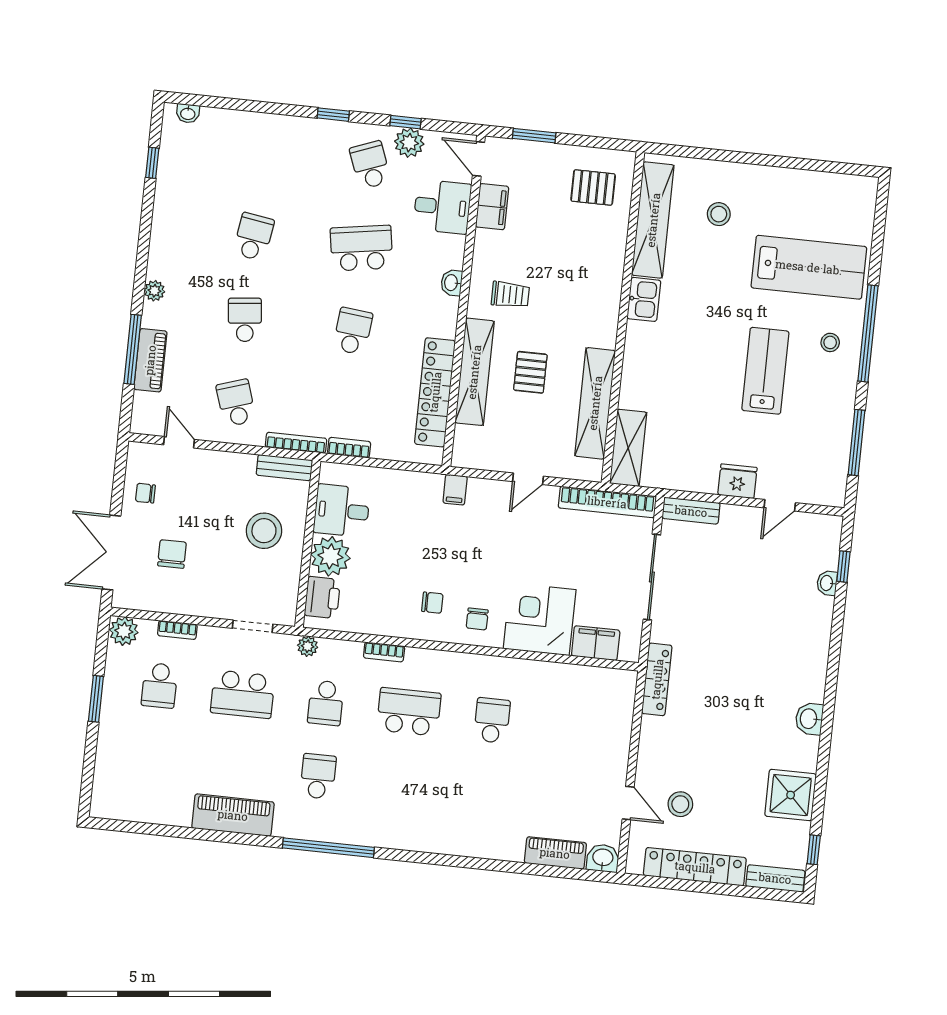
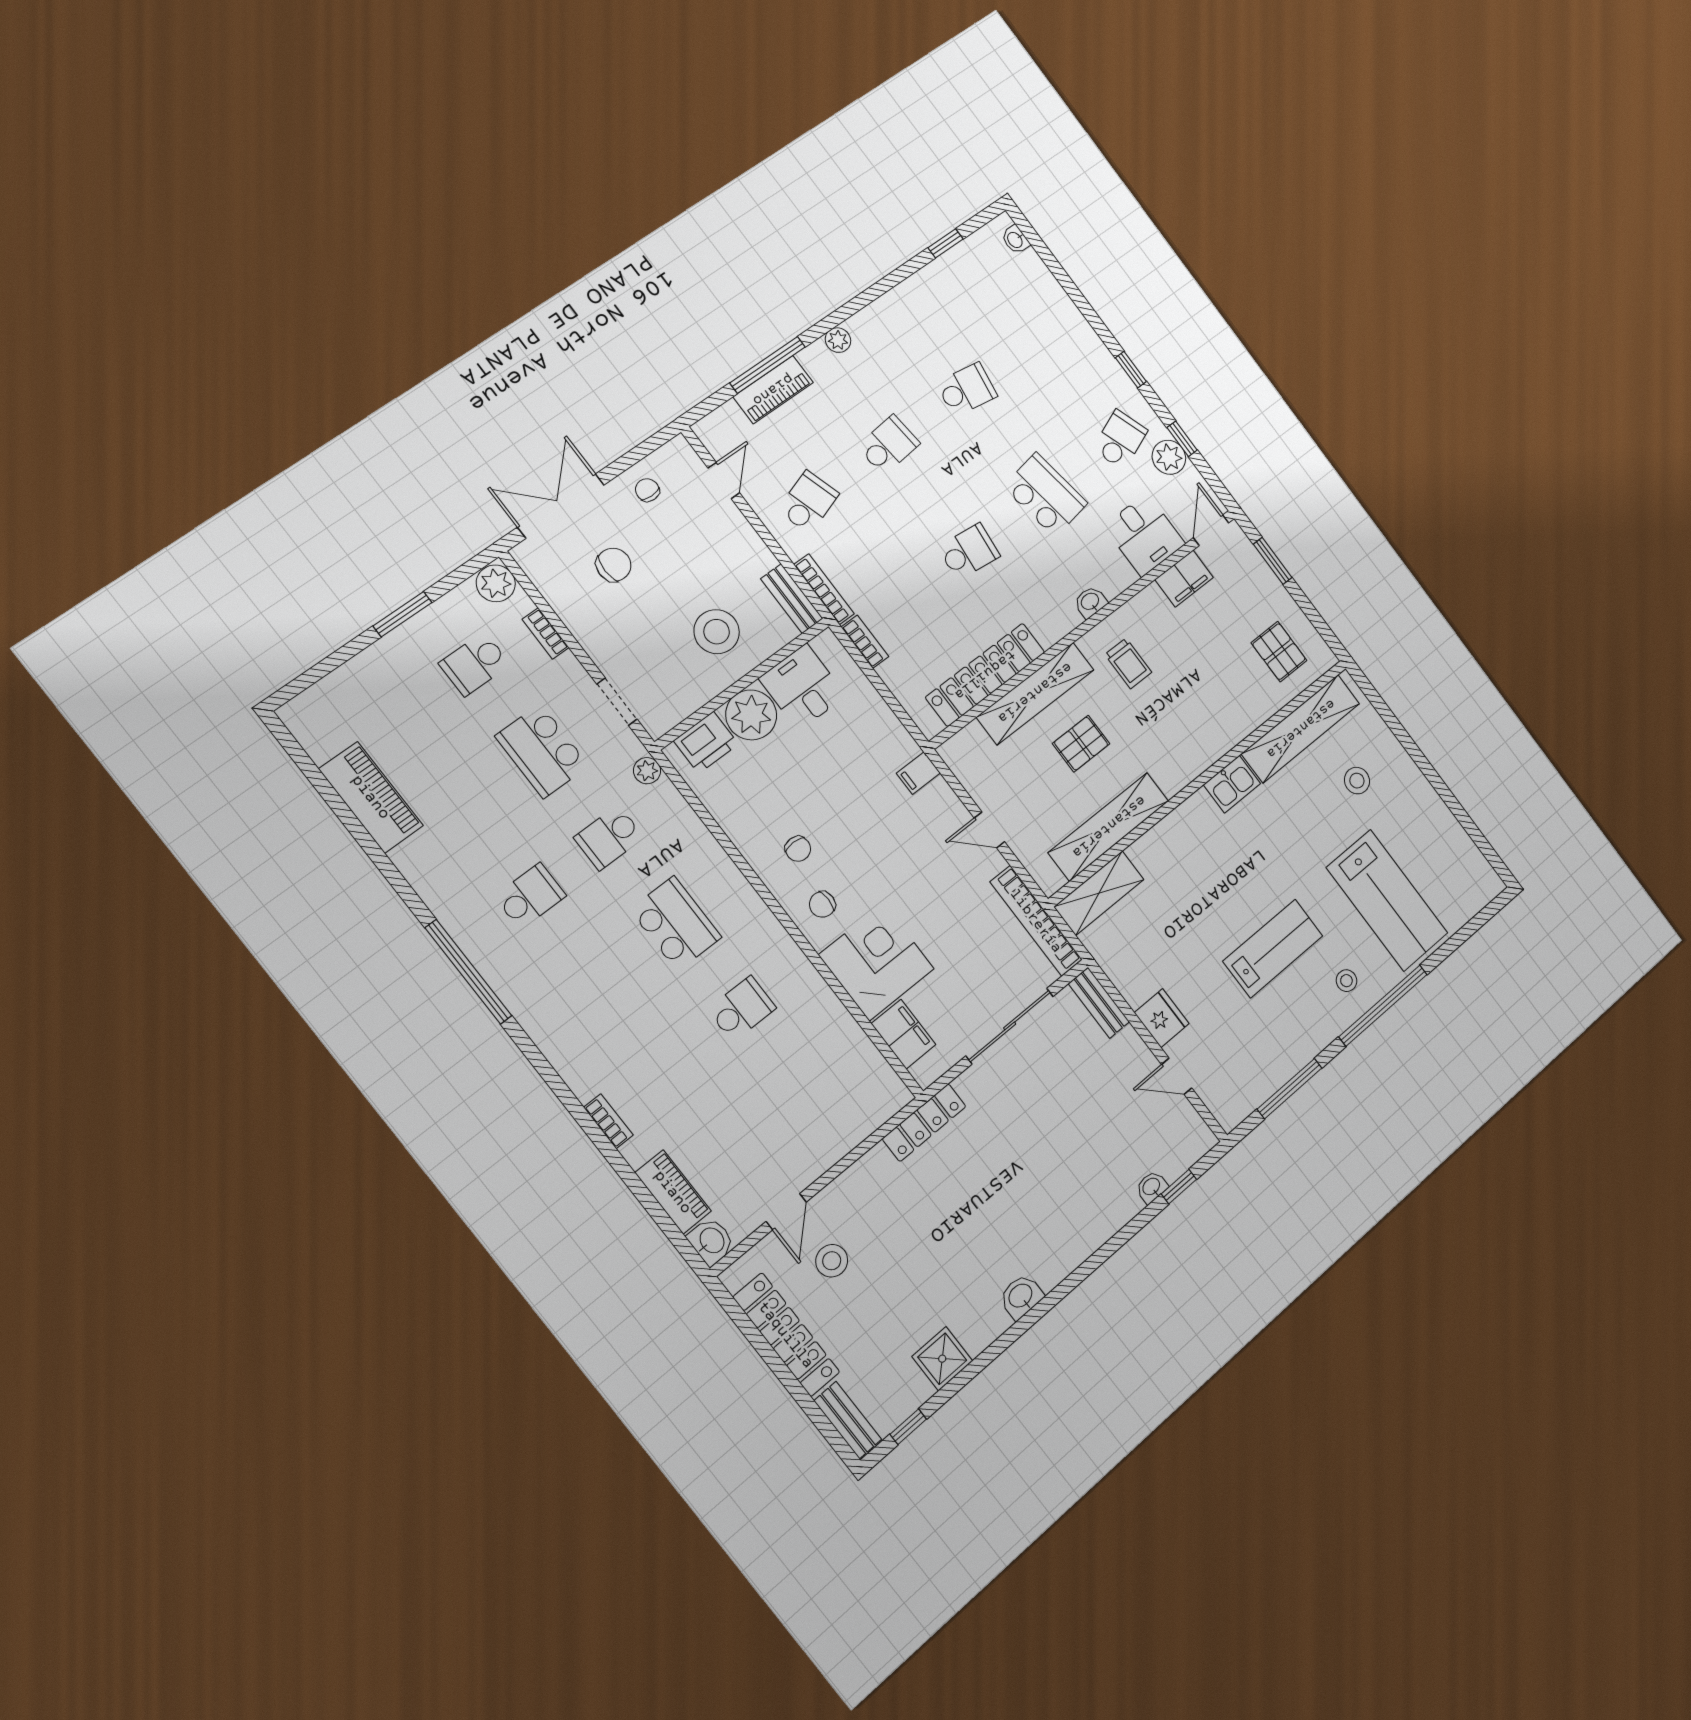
bookcase: (384, 652) -> (608, 1121), moved, turned 180
shower: (791, 795) -> (942, 1359), width x0.73, depth x0.73
piano: (233, 815) -> (371, 797), moved

